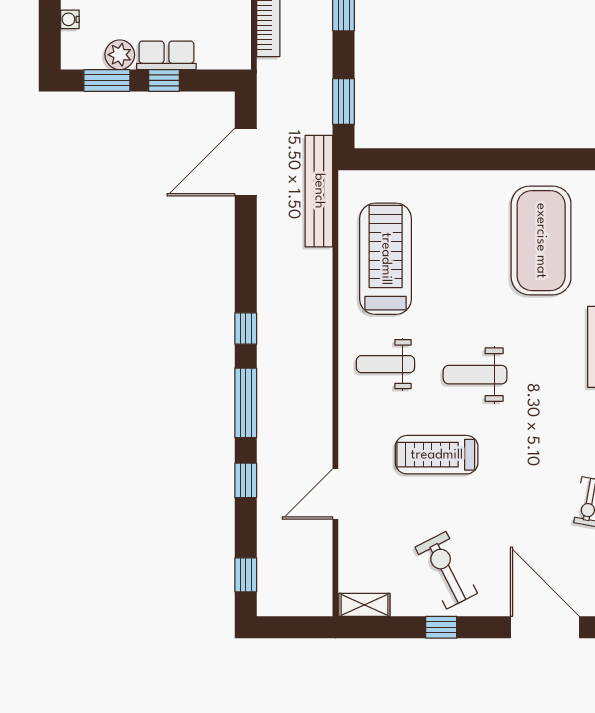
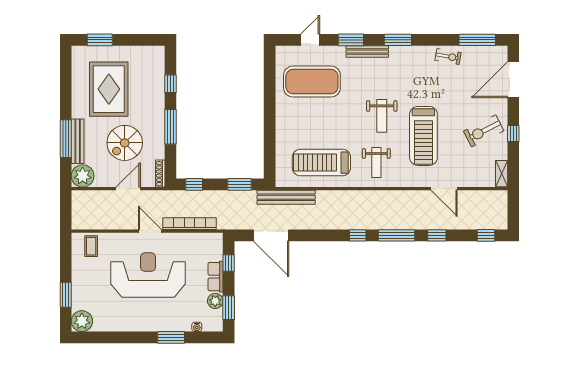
window: (164, 80) -> (229, 263), moved
treadmill: (437, 455) -> (423, 136), width x1.37, depth x1.38

